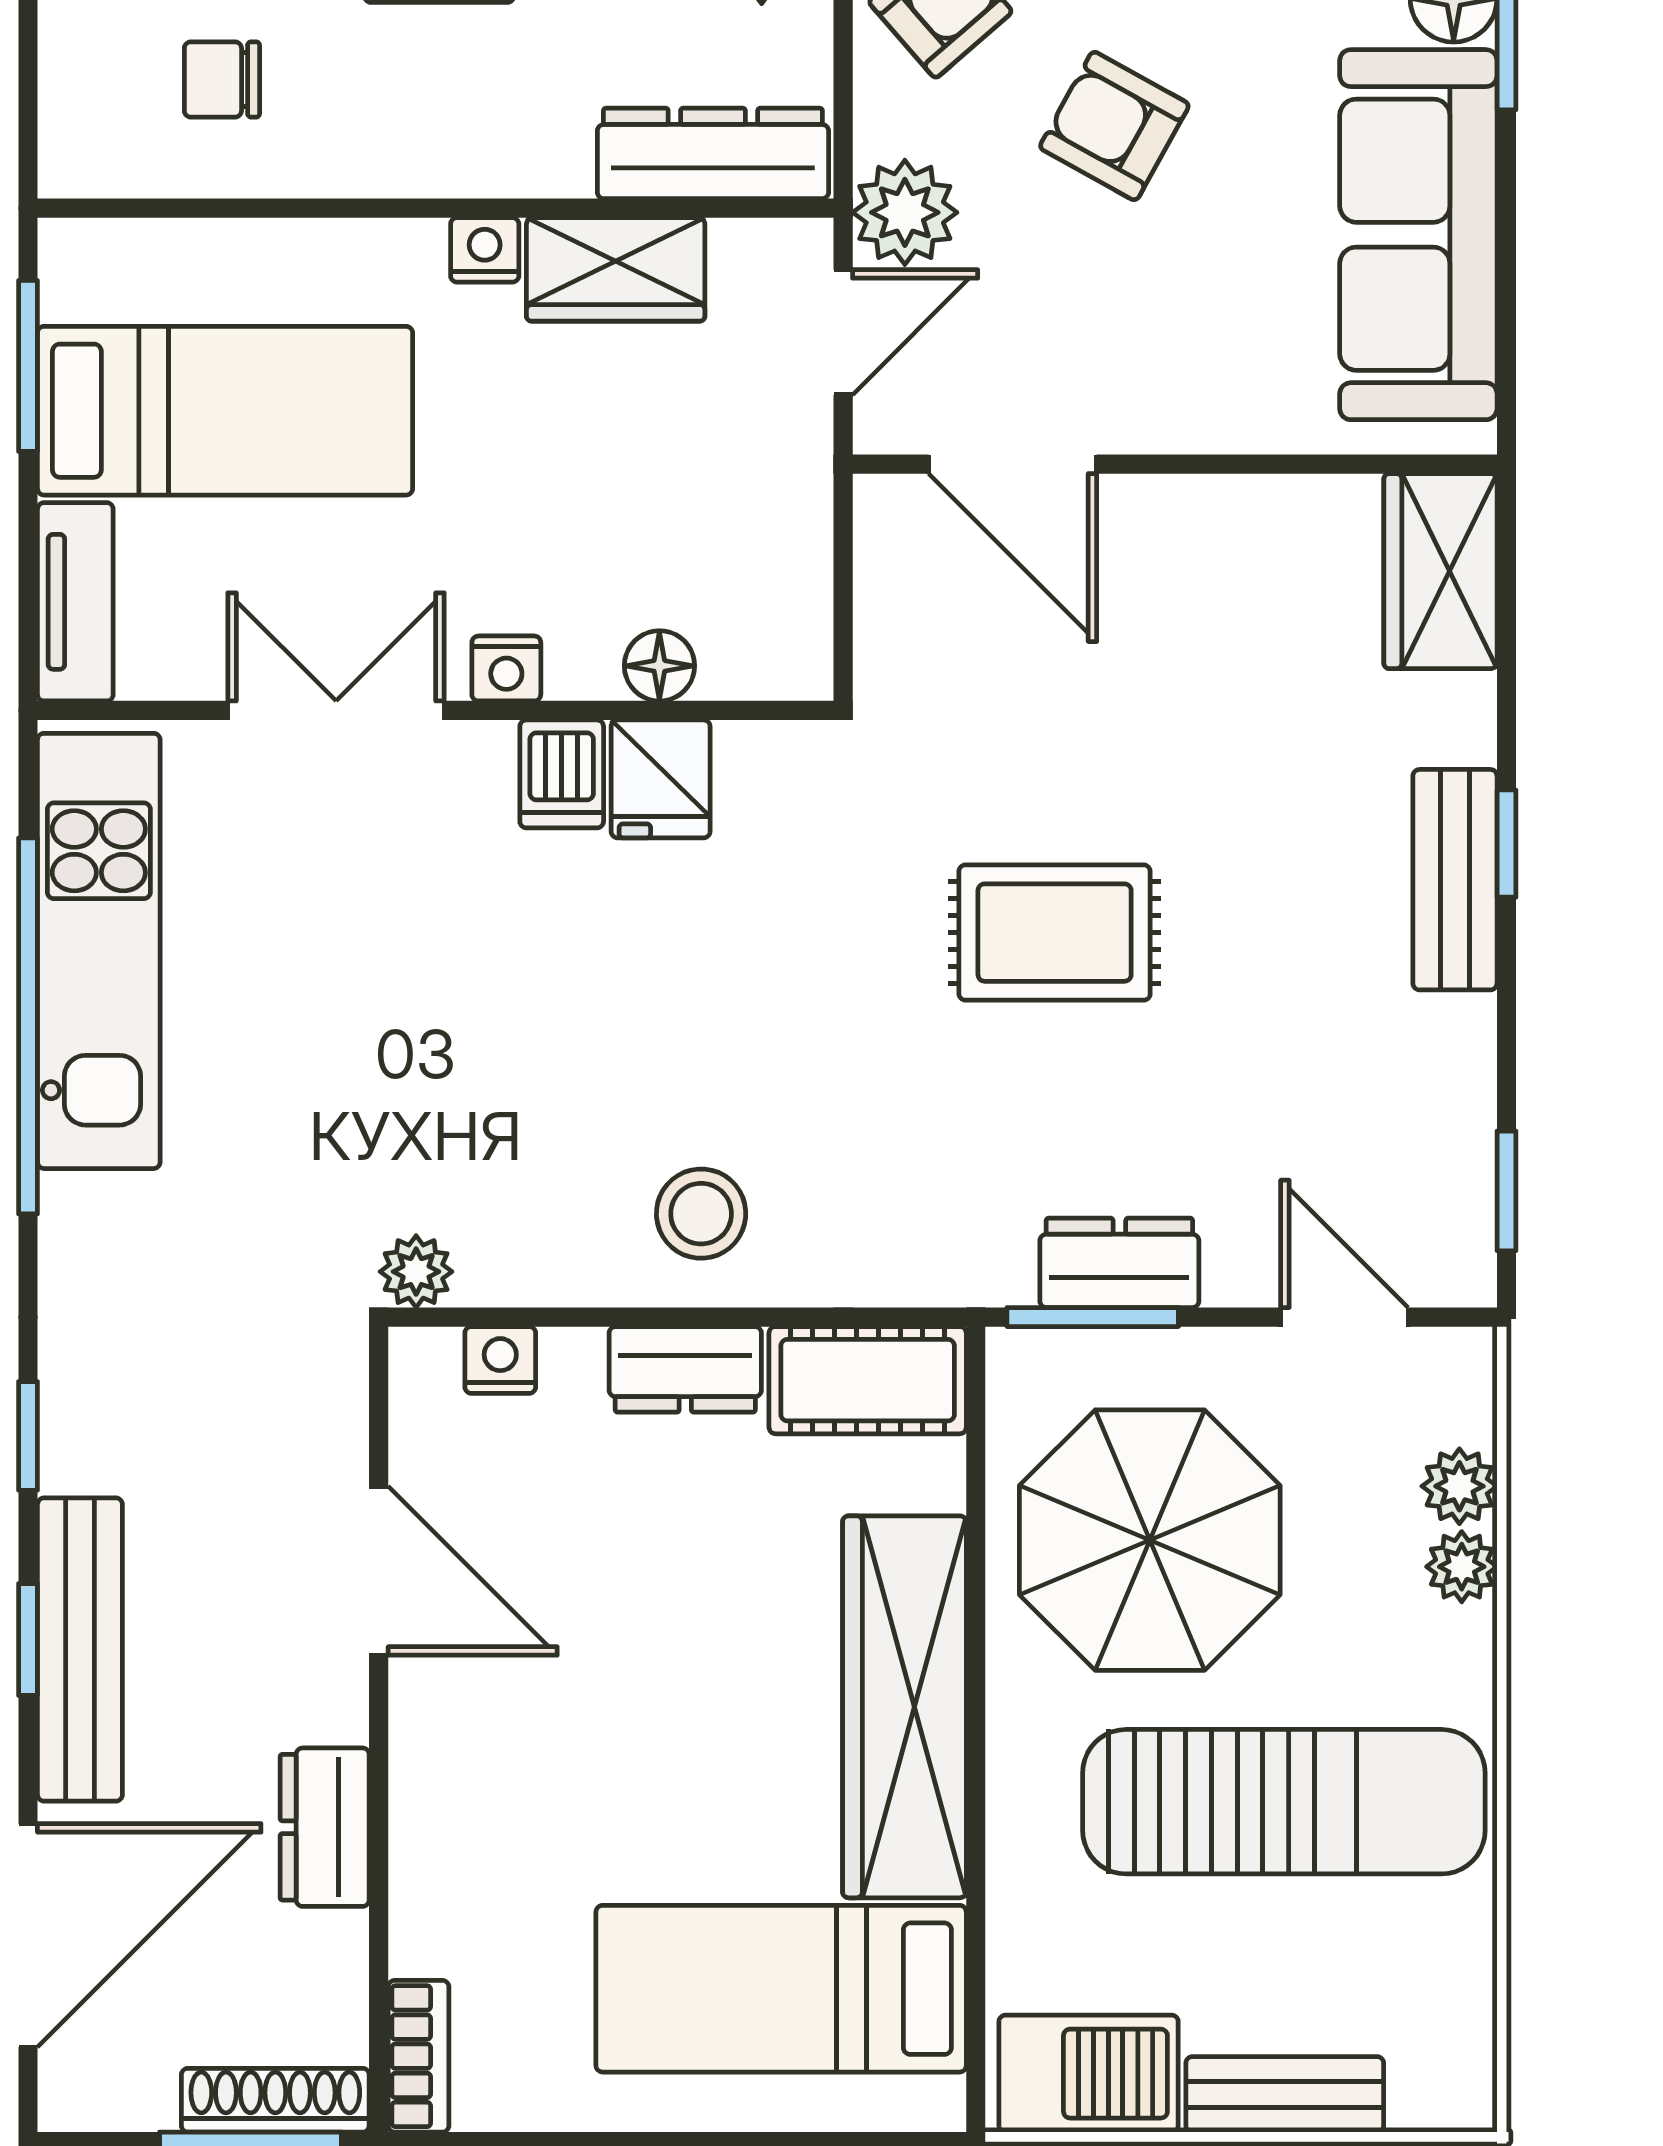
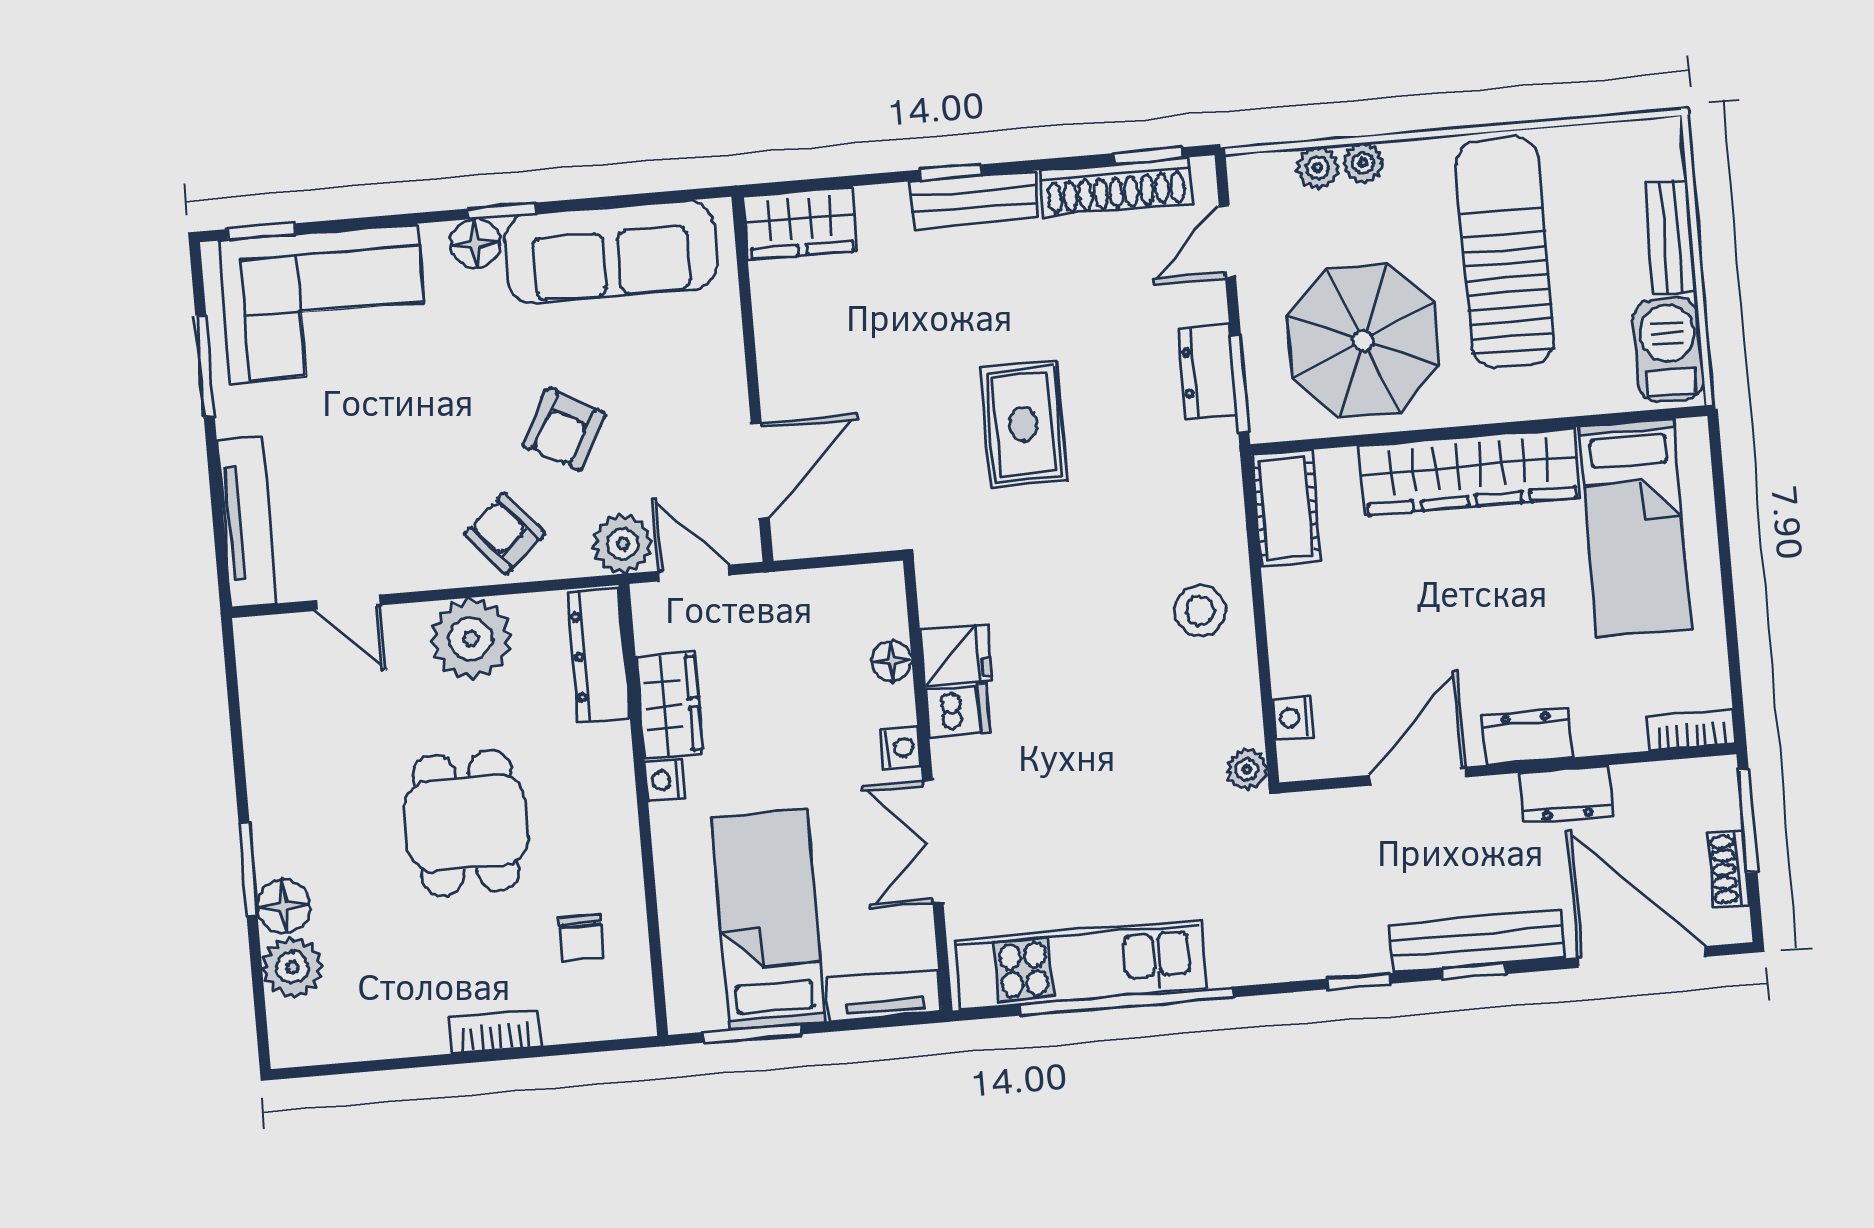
shoe rack: (1456, 1130) -> (1116, 187), added
dresser: (685, 1369) -> (1527, 737), moved, turned -90
shoe rack: (275, 2100) -> (1728, 869), moved, width x0.70

